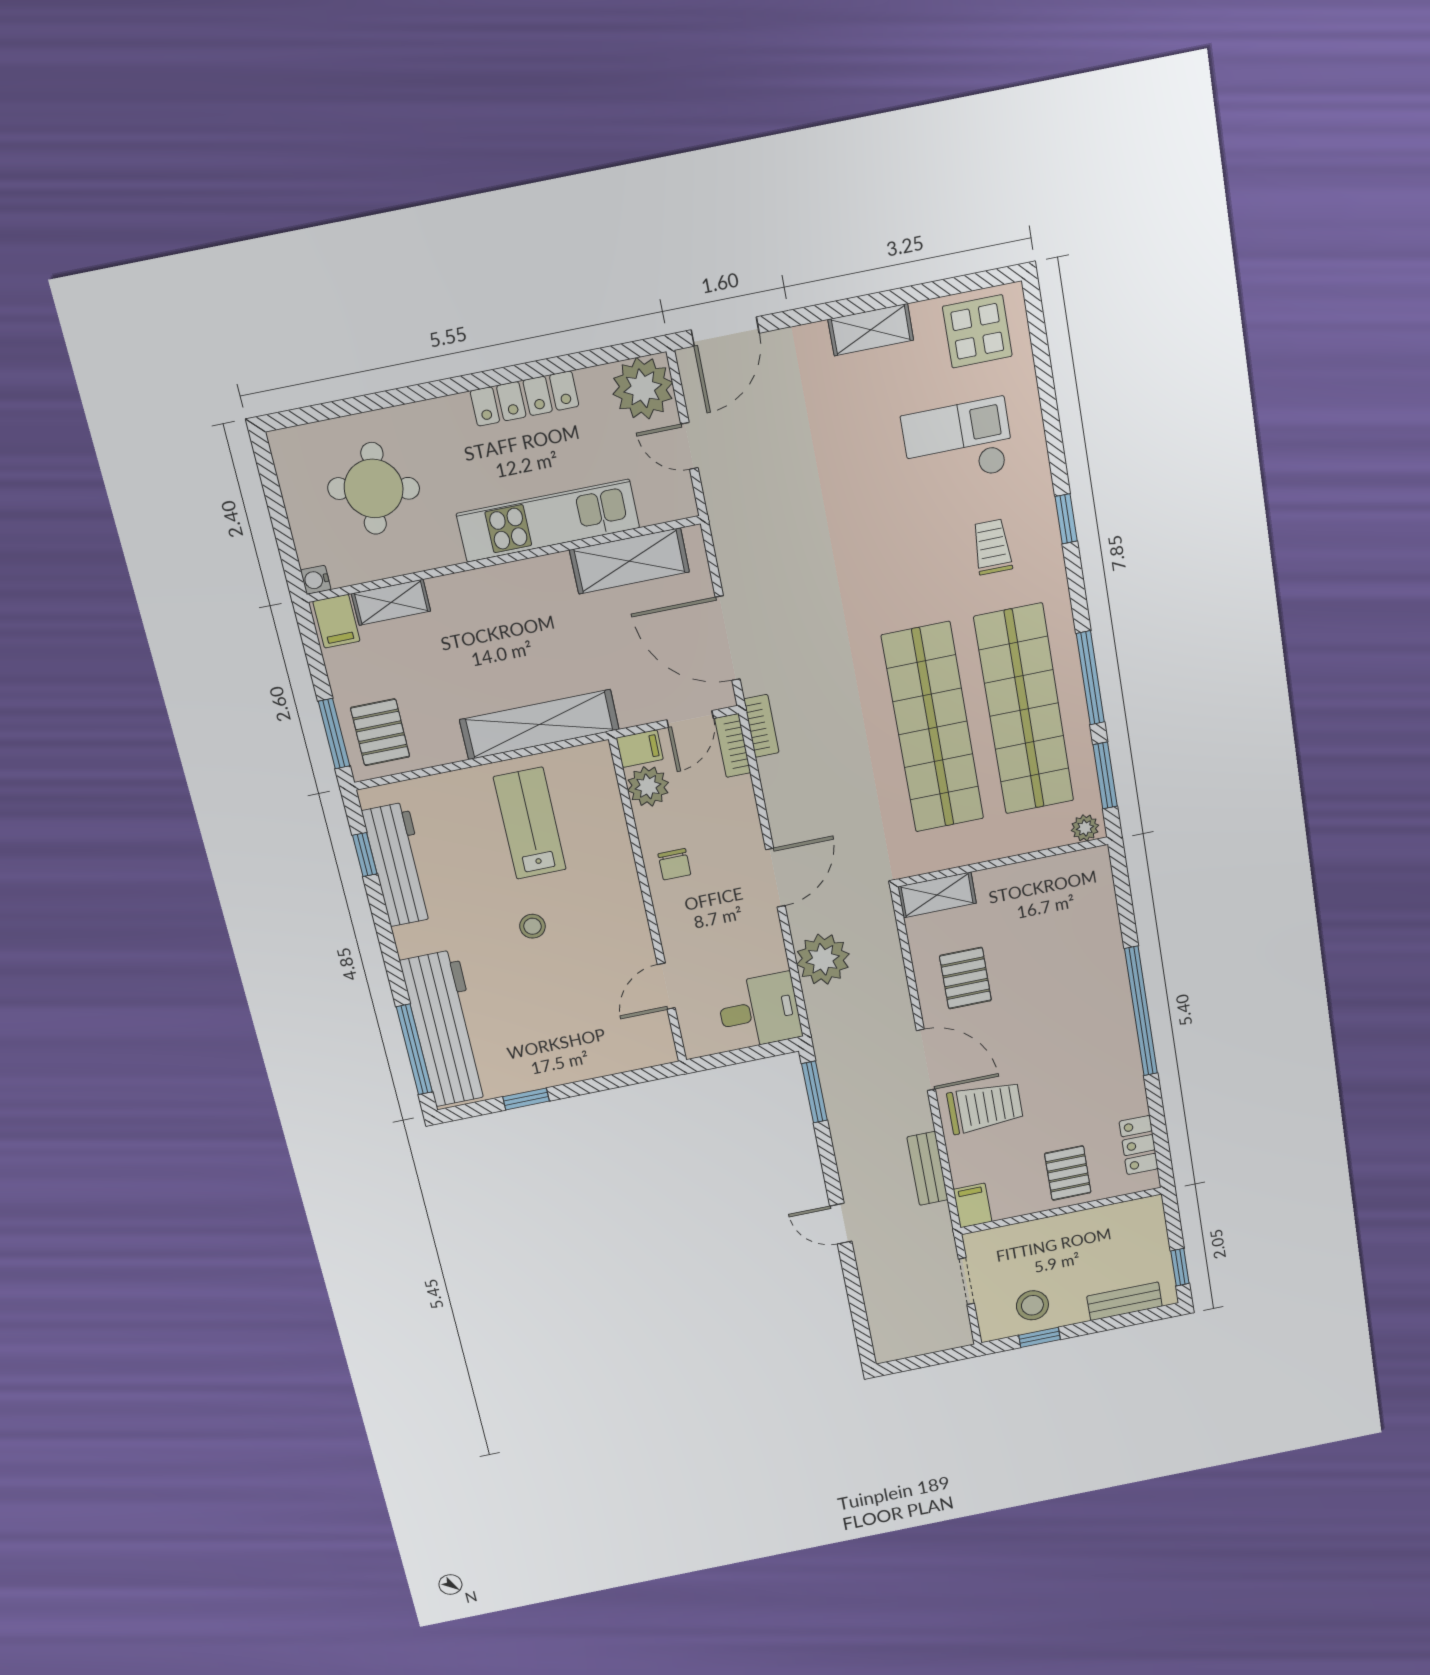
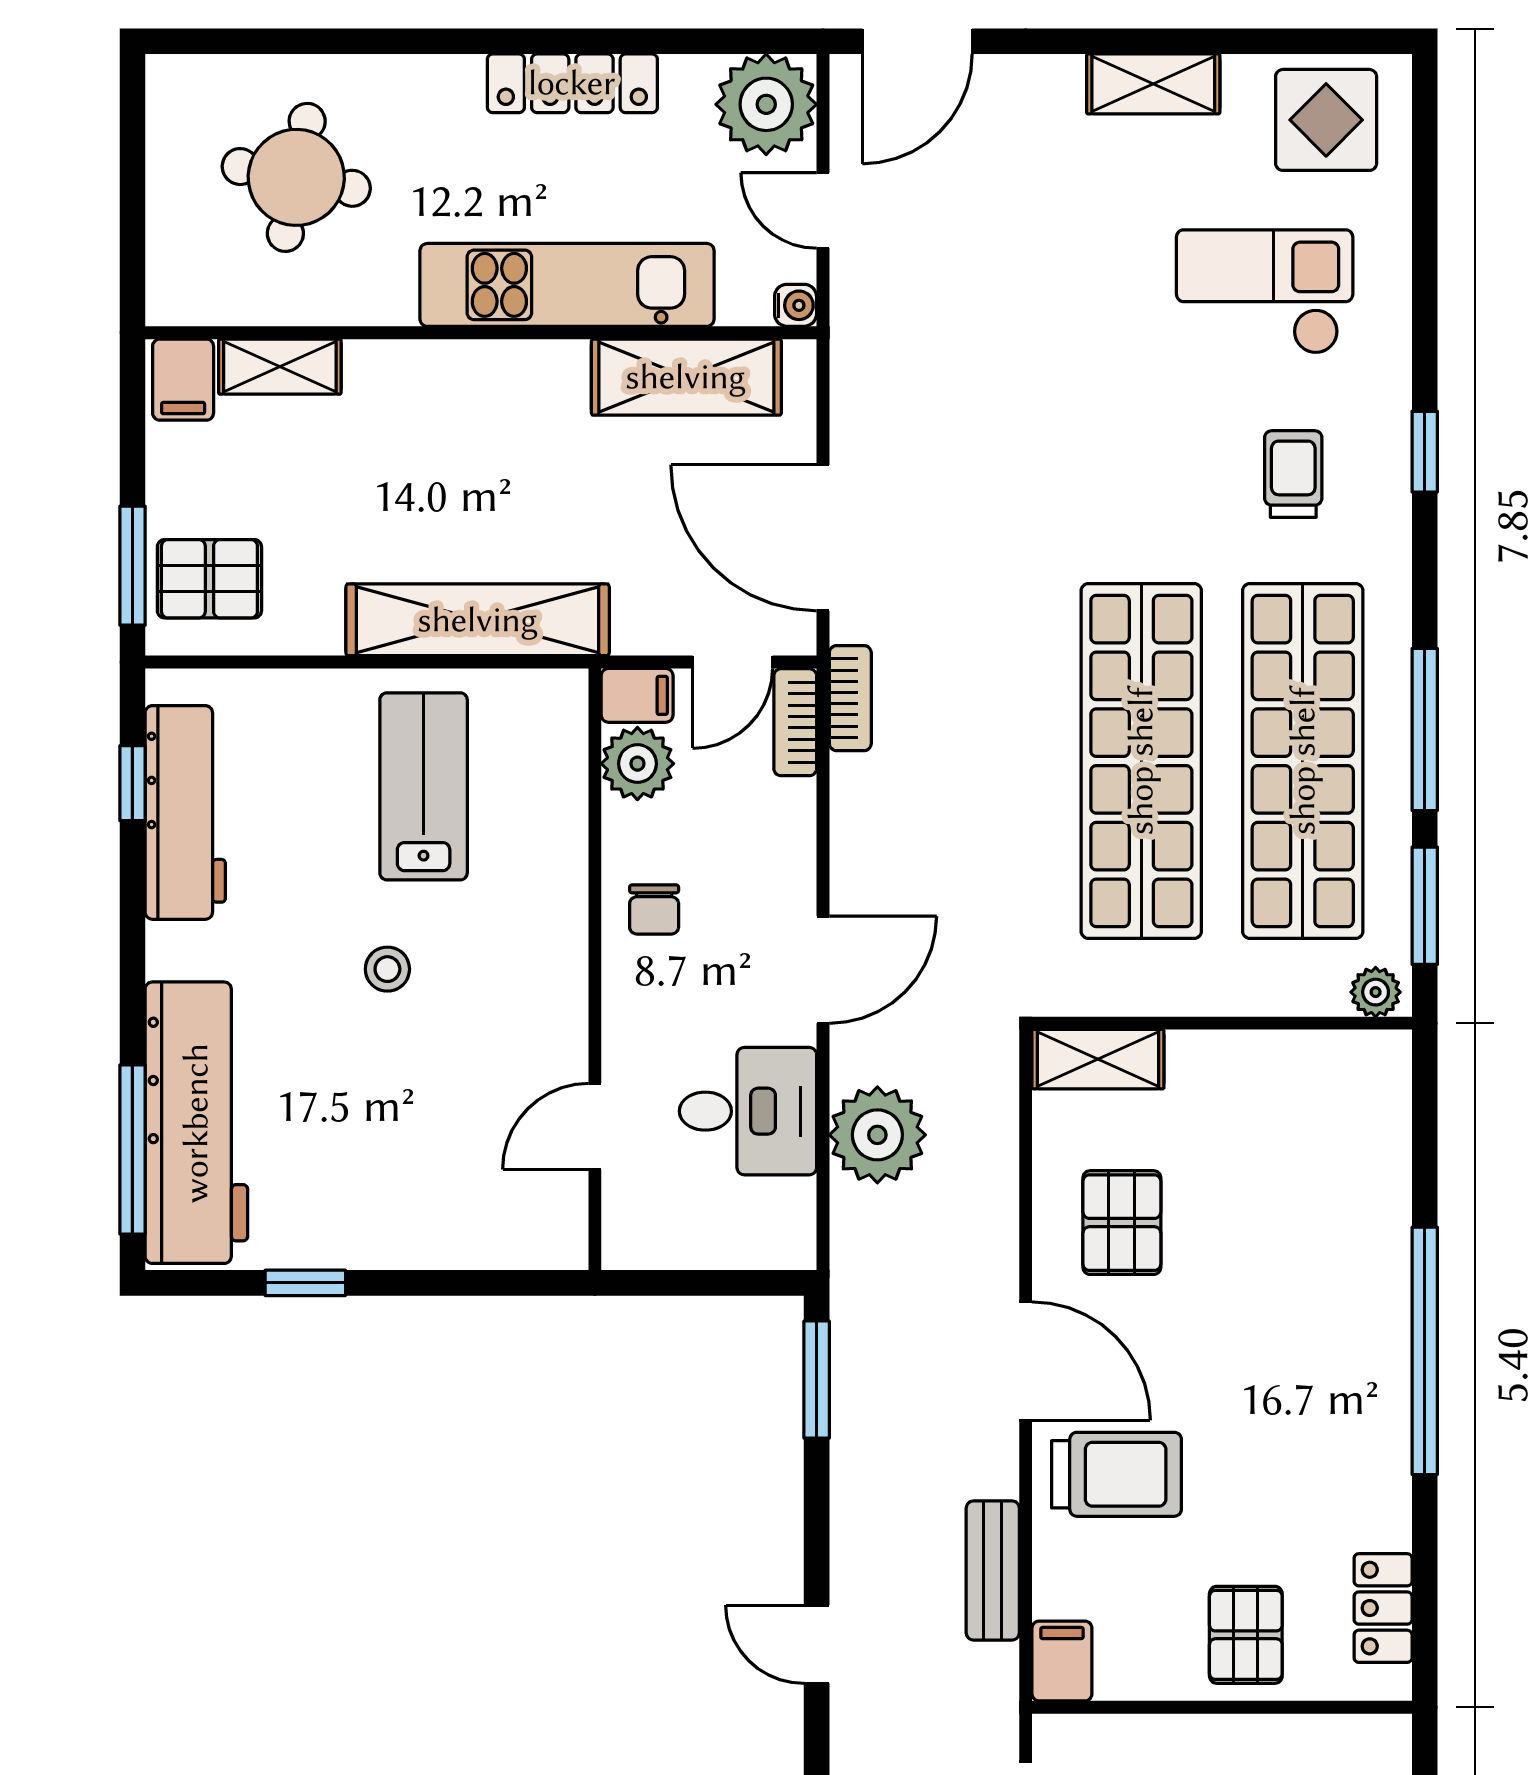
water cooler: (316, 580) -> (796, 305), moved, turned 180
pallet: (380, 732) -> (209, 579), turned 90
desk: (759, 1011) -> (748, 1111), moved

